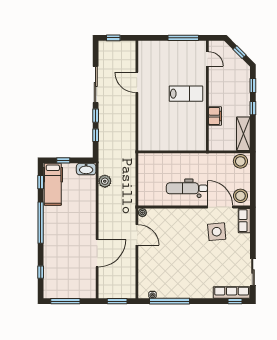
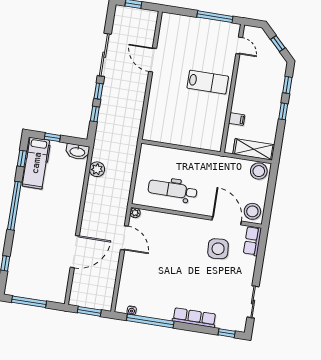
filing cabinet: (215, 116) -> (237, 119), width x0.50
shelving: (243, 134) -> (254, 149), moved, turned 90
dental chair: (187, 188) -> (172, 190), moved
row of seats: (232, 292) -> (194, 318), moved

